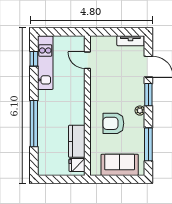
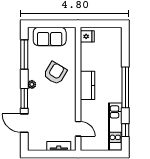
tv unit: (130, 41) -> (59, 146), moved
armchair: (113, 123) -> (55, 73), turned -59
window: (34, 124) -> (125, 87), moved
kitchen counter: (77, 141) -> (87, 85), moved

